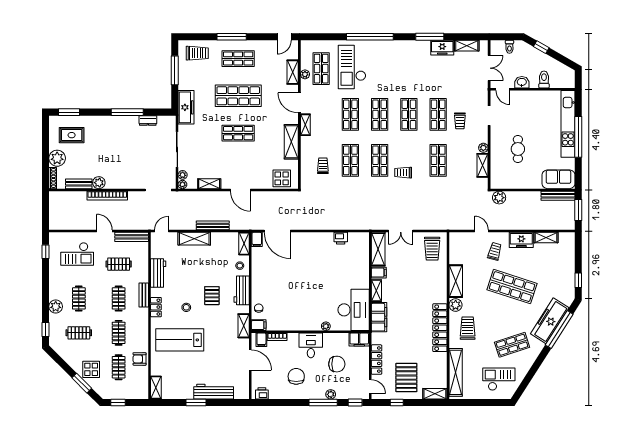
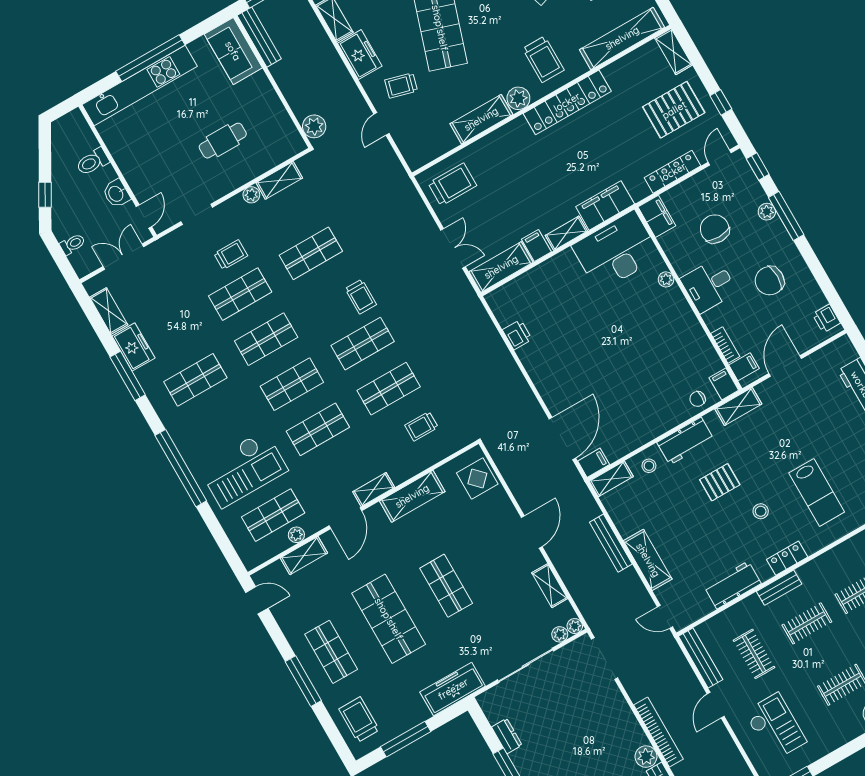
shop shelf: (409, 69) -> (195, 380), added
trolley: (468, 328) -> (543, 59), turned -90
lab bench: (180, 340) -> (817, 493), width x0.73, depth x0.72

